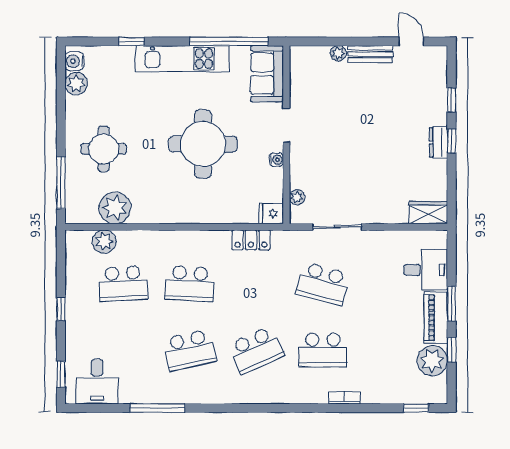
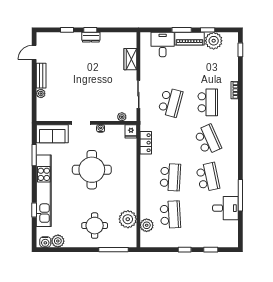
window: (229, 41) -> (34, 155), width x0.47
kitchen unit: (182, 59) -> (44, 191), width x1.36
wardrobe: (428, 213) -> (130, 59), moved
window: (61, 374) -> (211, 250), moved
desk: (97, 382) -> (225, 208), moved

